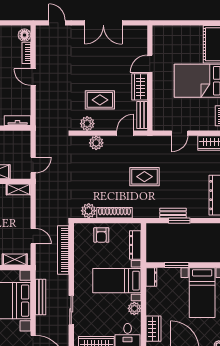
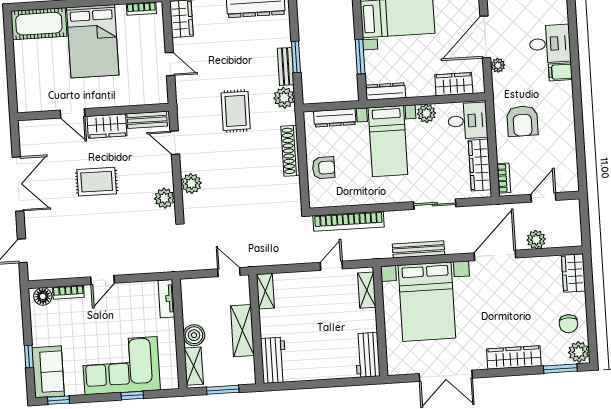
rug: (100, 100) -> (97, 182), moved, turned 90
plant: (89, 211) -> (284, 98), moved
dresser: (151, 277) -> (386, 91), width x1.44

